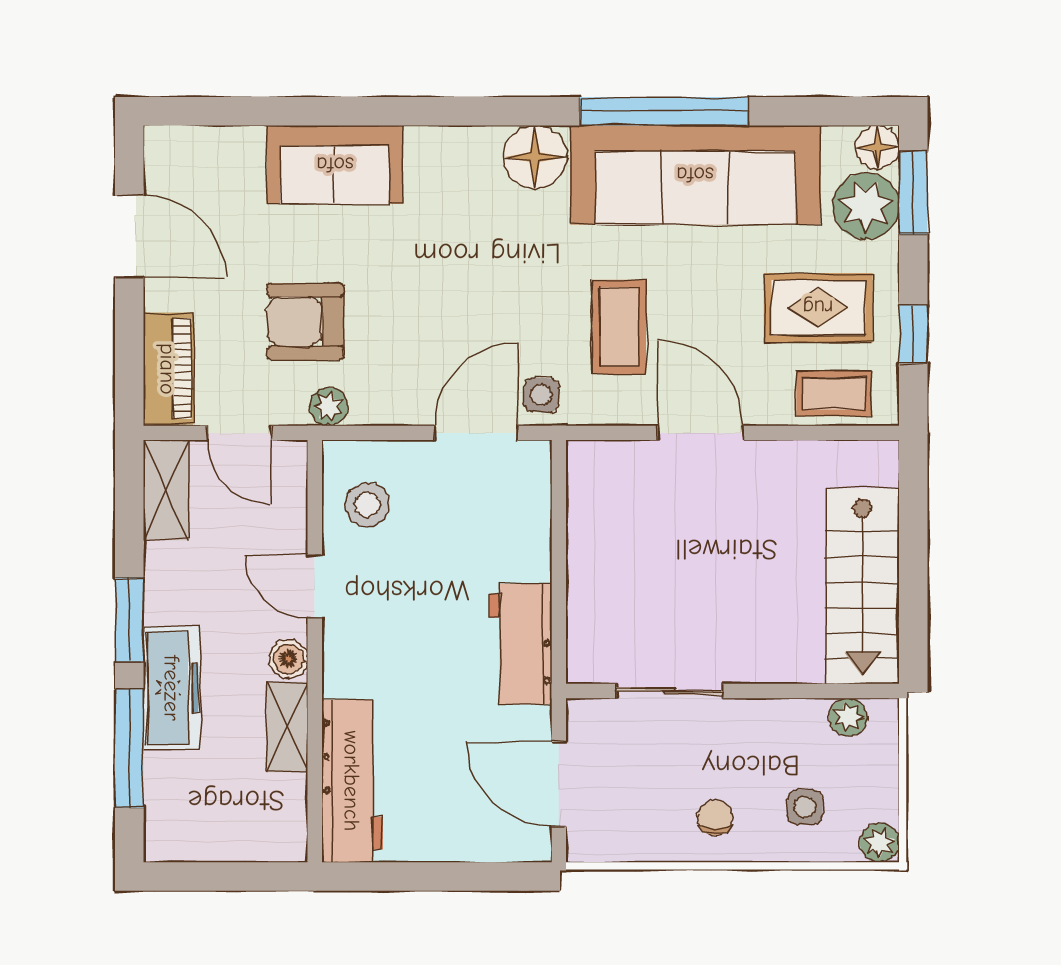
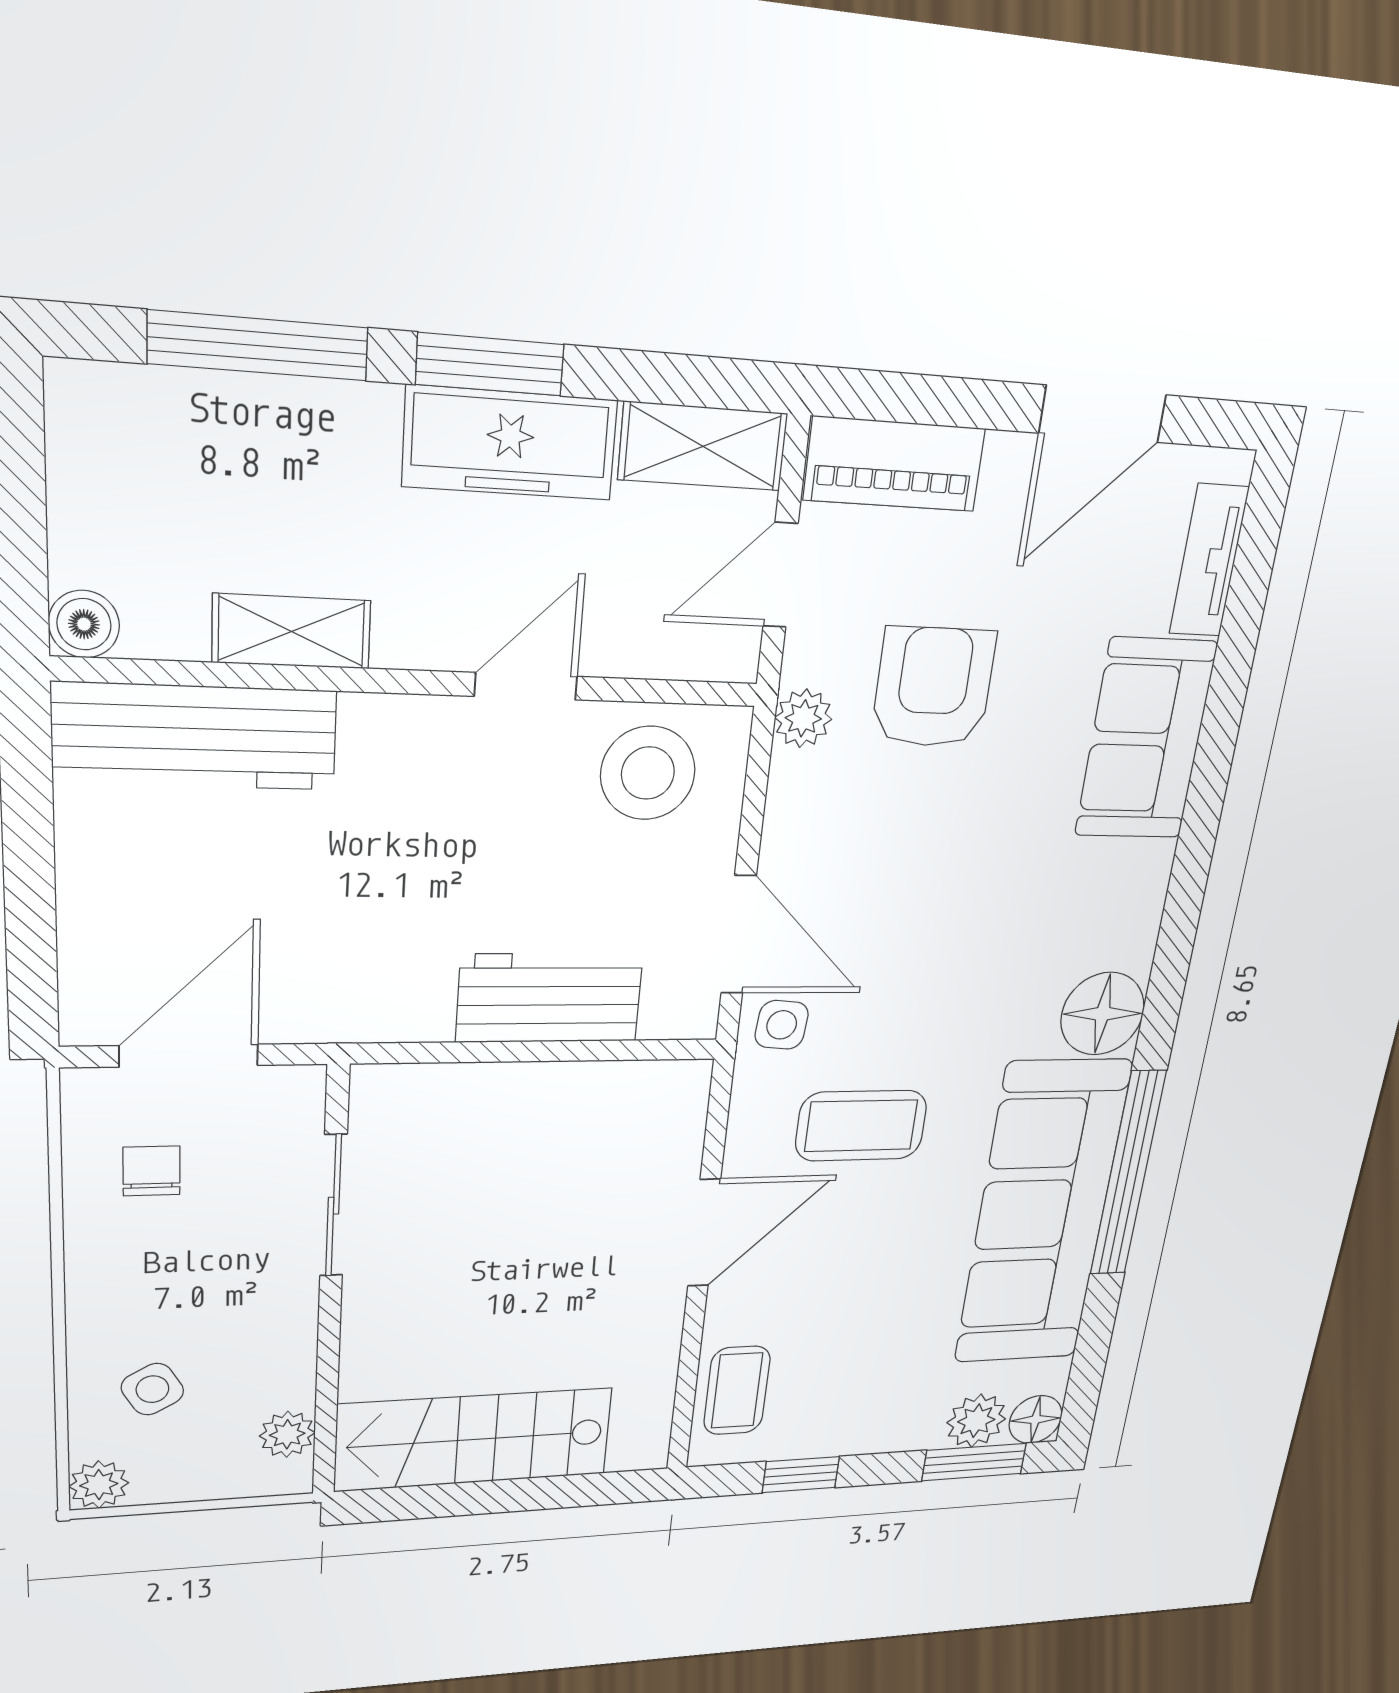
tv unit: (215, 144) -> (1209, 561), added
plant: (866, 206) -> (976, 1421), width x0.73, depth x0.73
rug: (818, 308) -> (850, 1366), removed
stool: (367, 505) -> (648, 773), width x1.38, depth x1.38
workbench: (521, 644) -> (549, 998), moved
boiler: (288, 659) -> (84, 624), moved
freezer: (172, 688) -> (510, 443), moved
side table: (805, 807) -> (152, 1389), turned -30
chair: (715, 818) -> (152, 1171), moved, turned -90

